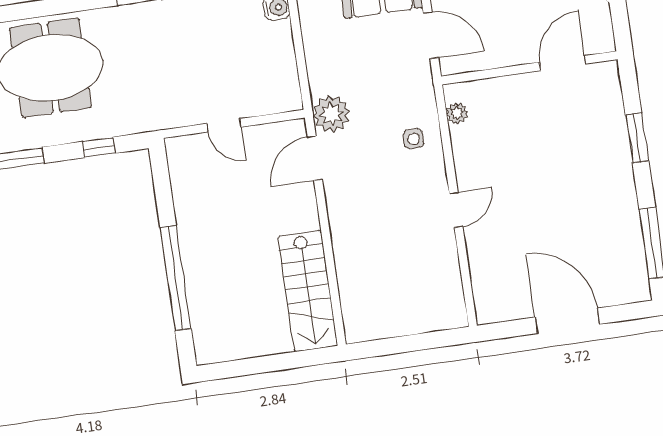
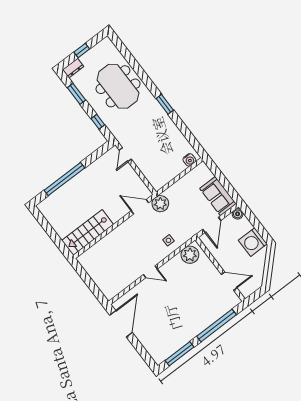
plant: (457, 113) -> (190, 255), width x1.87, depth x1.87
door: (224, 125) -> (125, 155), moved
window: (637, 138) -> (217, 326), width x2.11
door: (567, 321) -> (121, 324), moved

